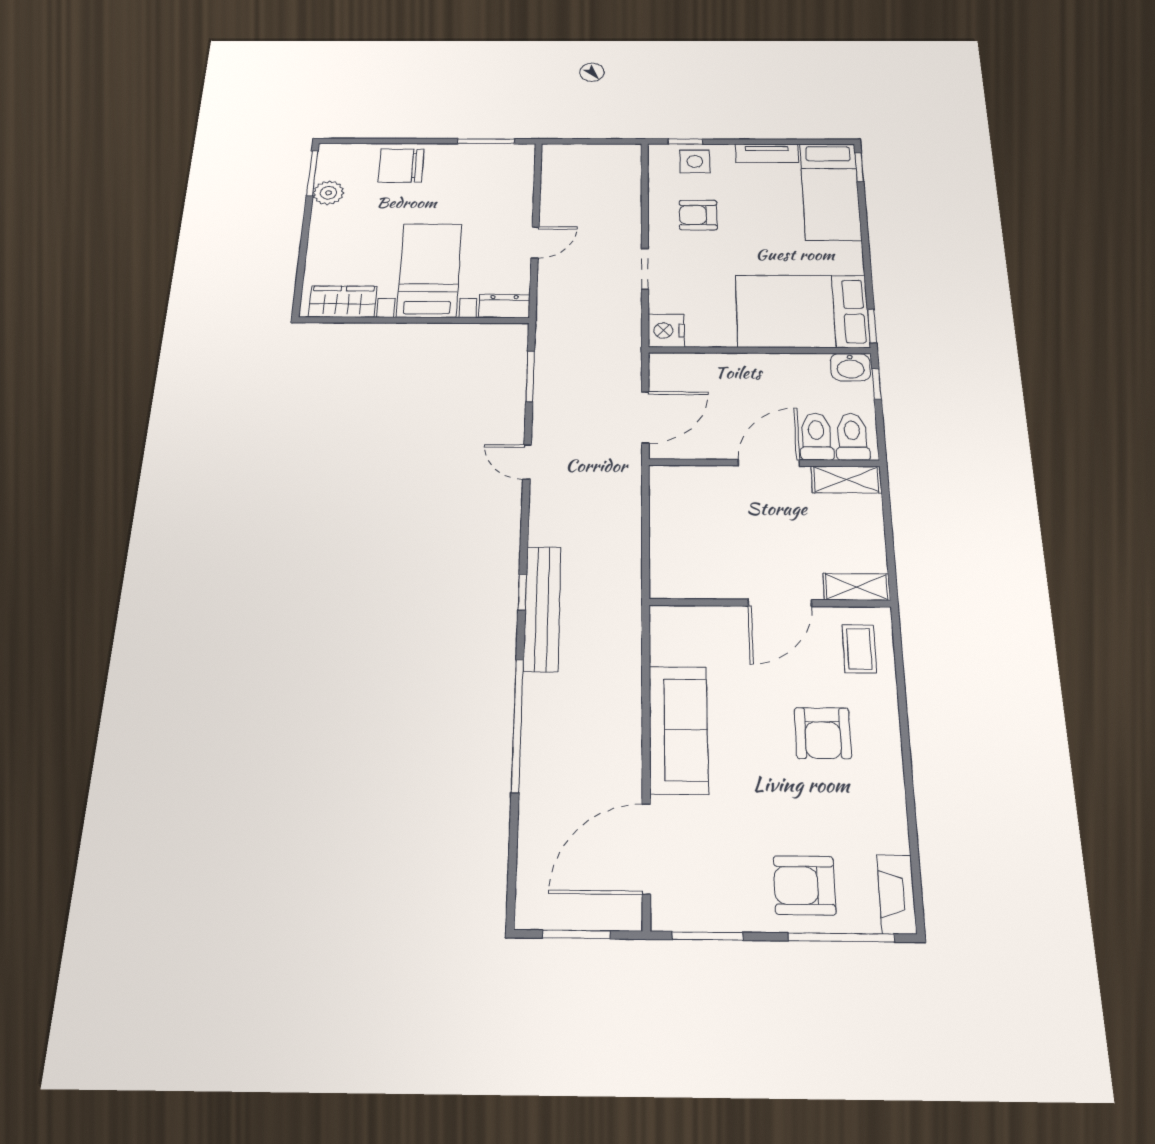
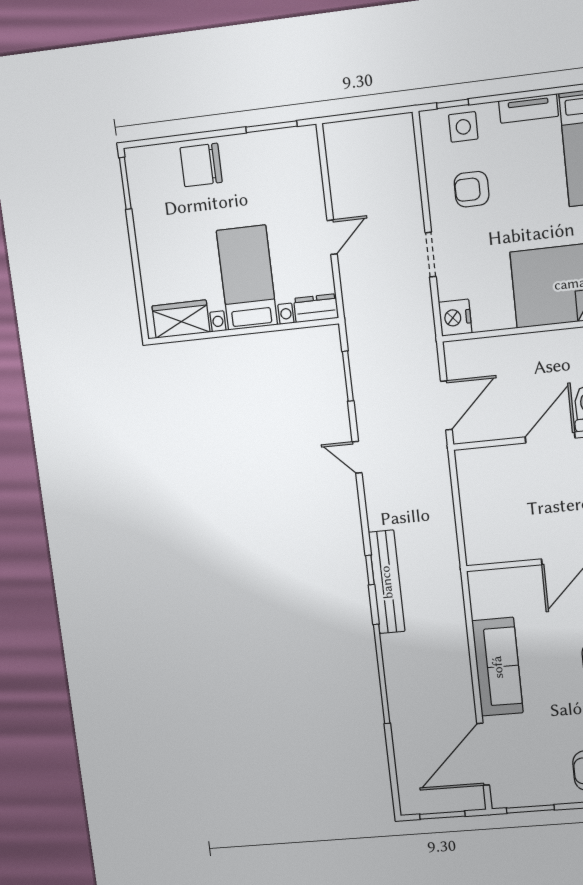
plant: (328, 193) -> (144, 204), removed

